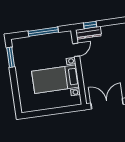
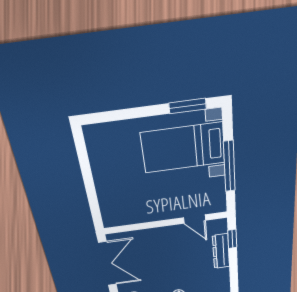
dresser: (88, 33) -> (221, 251), moved
bed with nightstands: (55, 79) -> (183, 148), moved, turned -90

